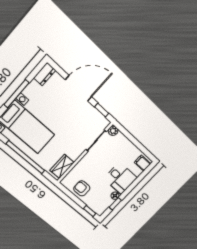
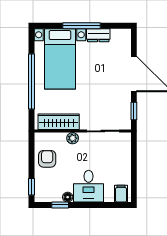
dresser: (45, 74) -> (98, 35), moved
plant: (113, 131) -> (73, 138), moved
wardrobe: (62, 166) -> (59, 122), width x1.50

